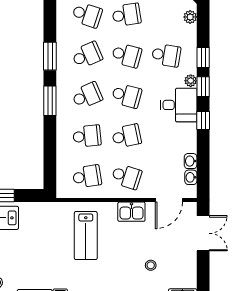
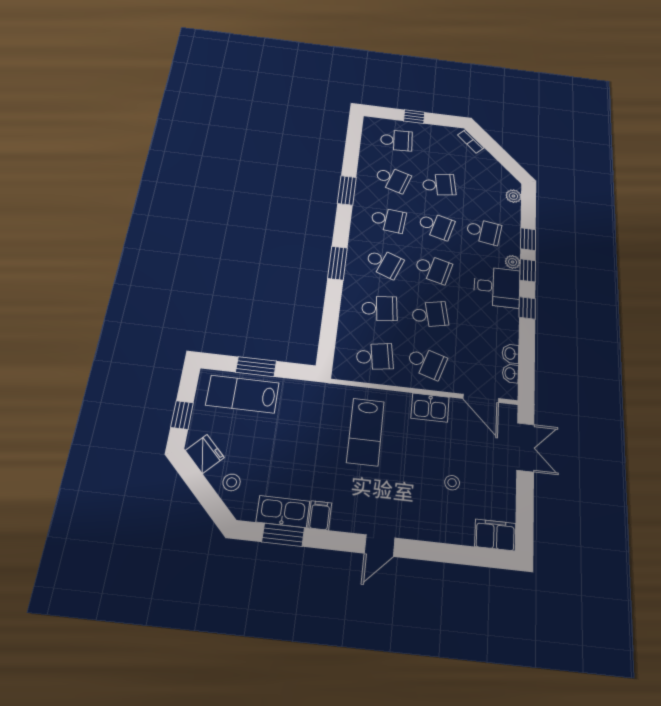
school desk: (87, 55) -> (388, 220), turned 30
window: (50, 56) -> (347, 190), moved
school desk: (87, 96) -> (384, 263), turned 45
door: (169, 200) -> (481, 398), hinge flipped

